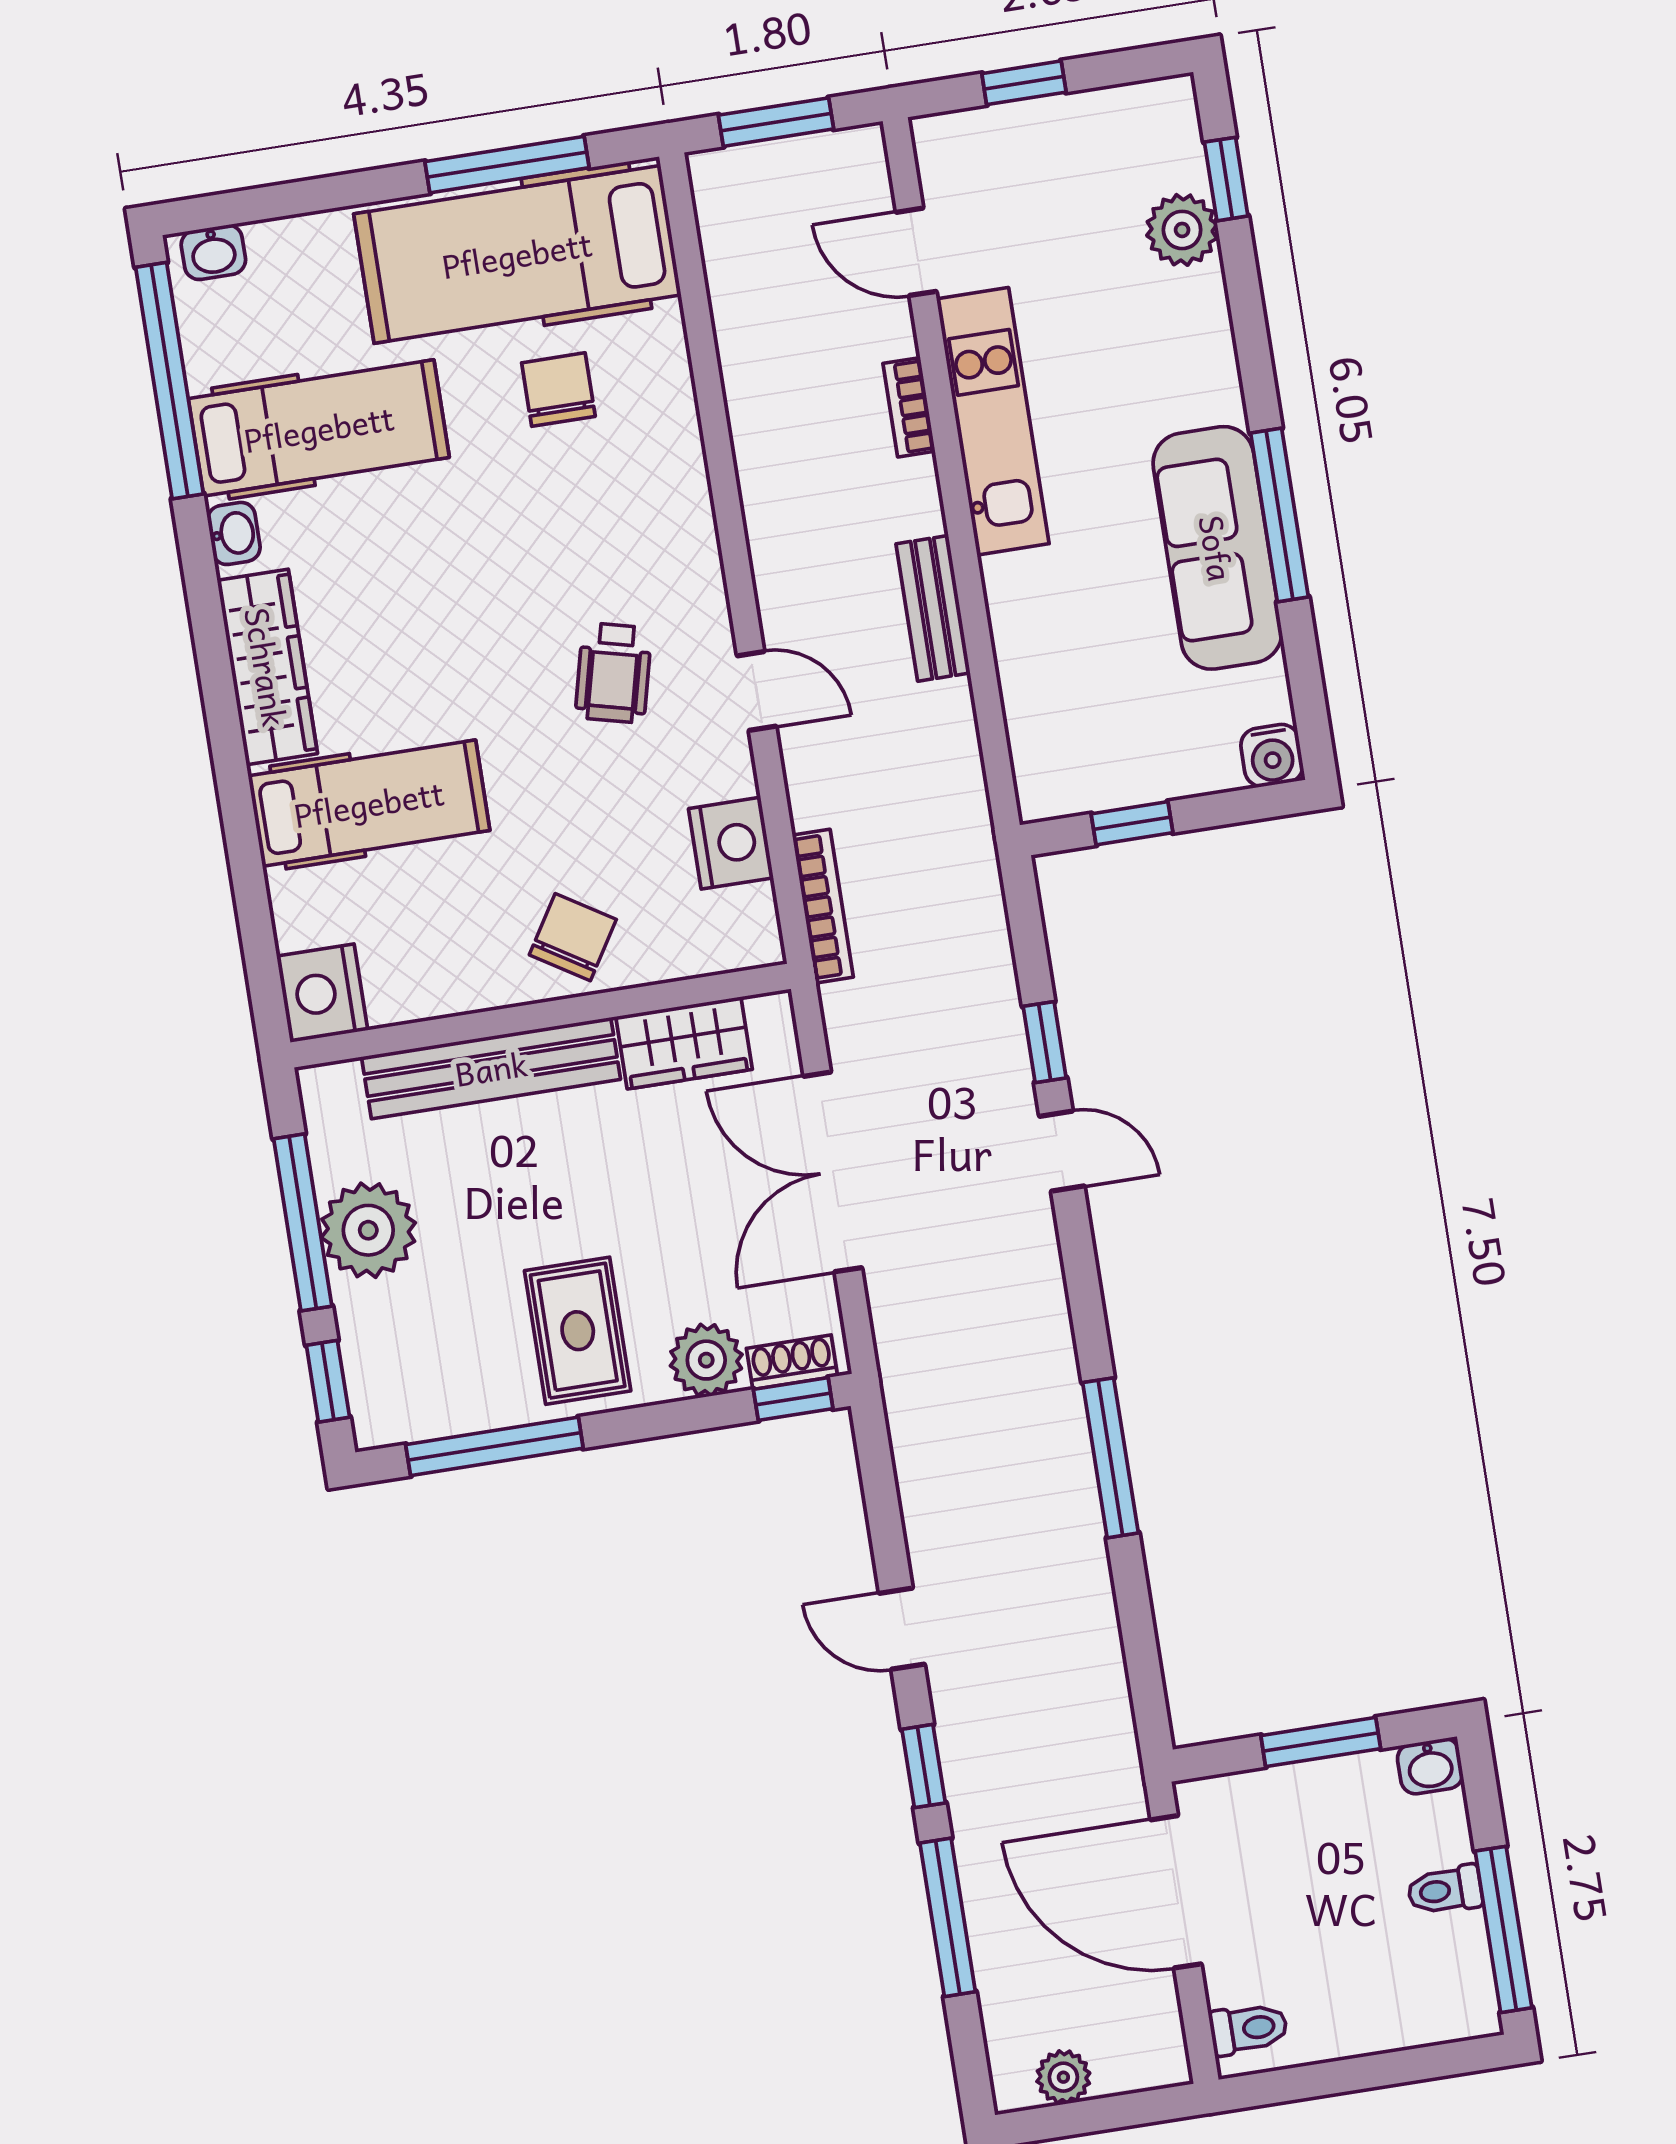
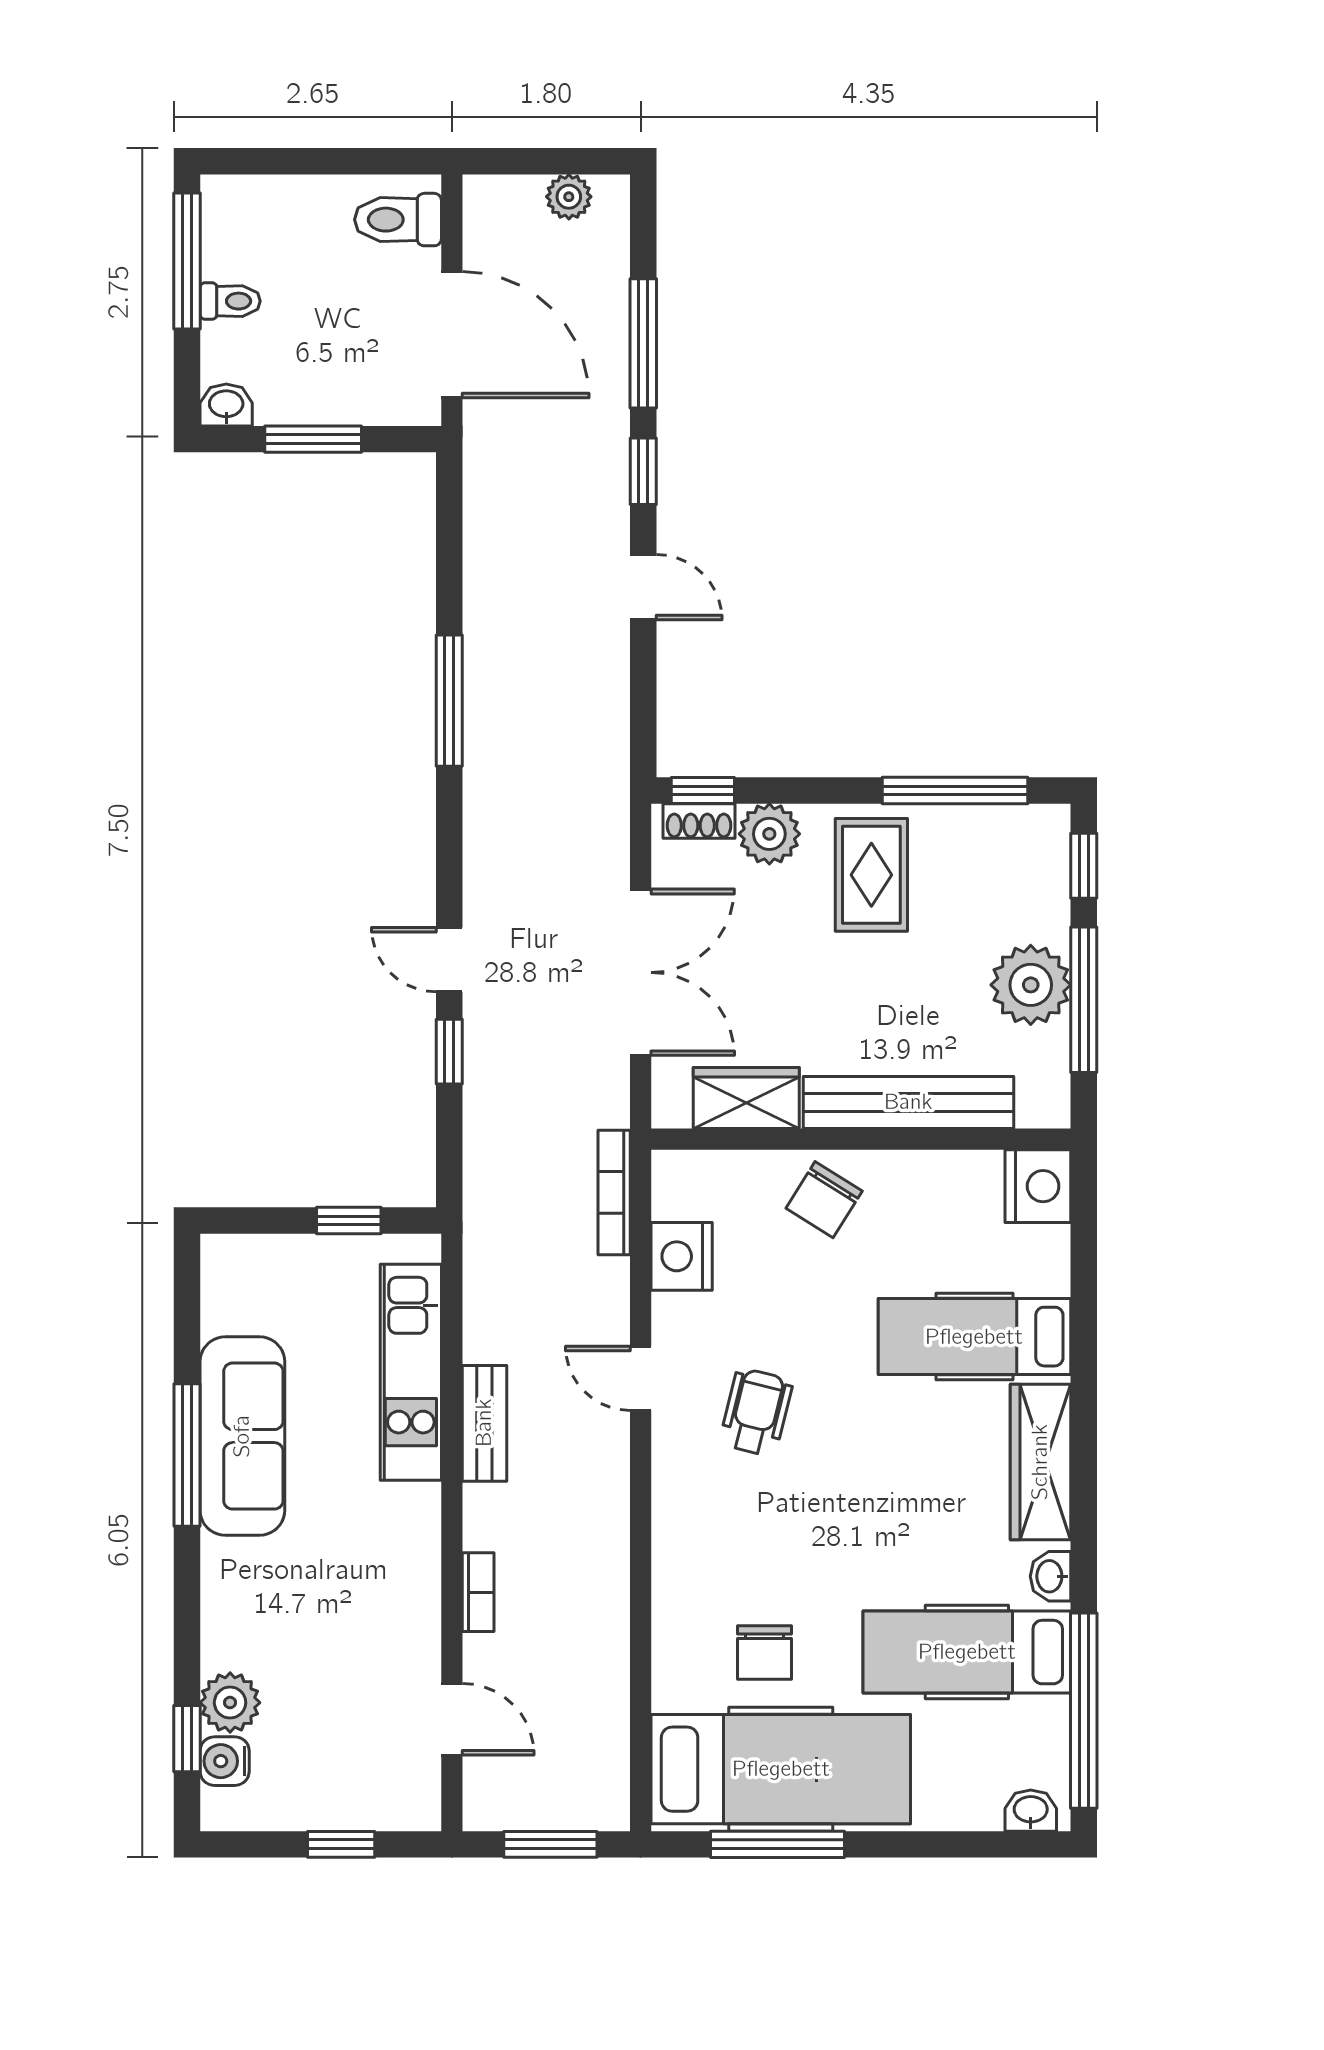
kitchen unit: (993, 421) -> (411, 1372), moved
water cooler: (1272, 755) -> (225, 1761), moved, turned -90
toilet: (1248, 2029) -> (398, 220), width x1.37, depth x1.39

